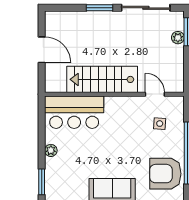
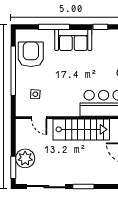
plant: (178, 38) -> (25, 158), width x1.87, depth x1.87
armchair: (165, 174) -> (31, 54), turned -90

